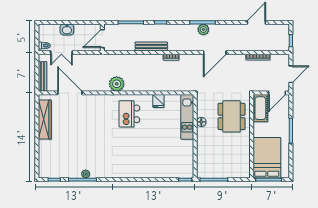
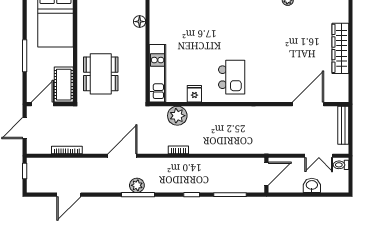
bench: (151, 46) -> (204, 164), removed
double door: (61, 53) -> (319, 156), swing flipped
plant: (117, 84) -> (177, 116), moved
door: (70, 93) -> (308, 104), swing flipped
wardrobe: (45, 120) -> (340, 48), moved
floor lamp: (201, 122) -> (140, 22), moved

